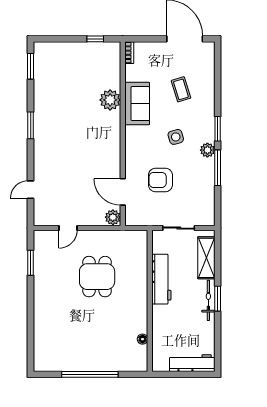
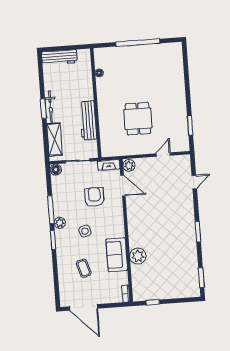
armchair: (160, 180) -> (94, 197), turned -90
floor lamp: (208, 219) -> (56, 170), added
fireplace: (139, 220) -> (109, 165), added

